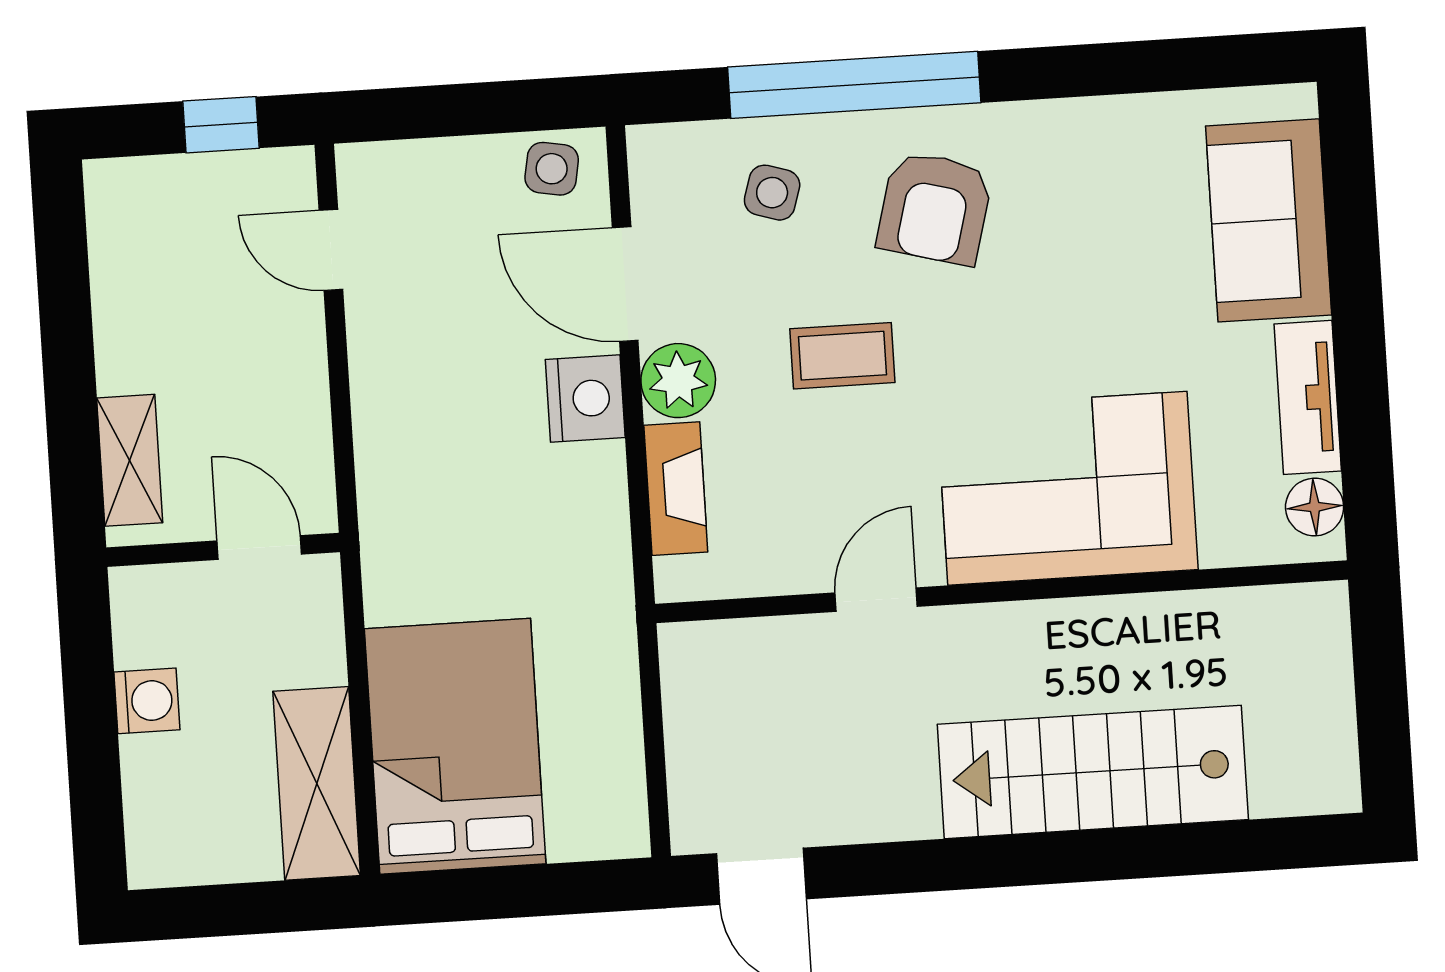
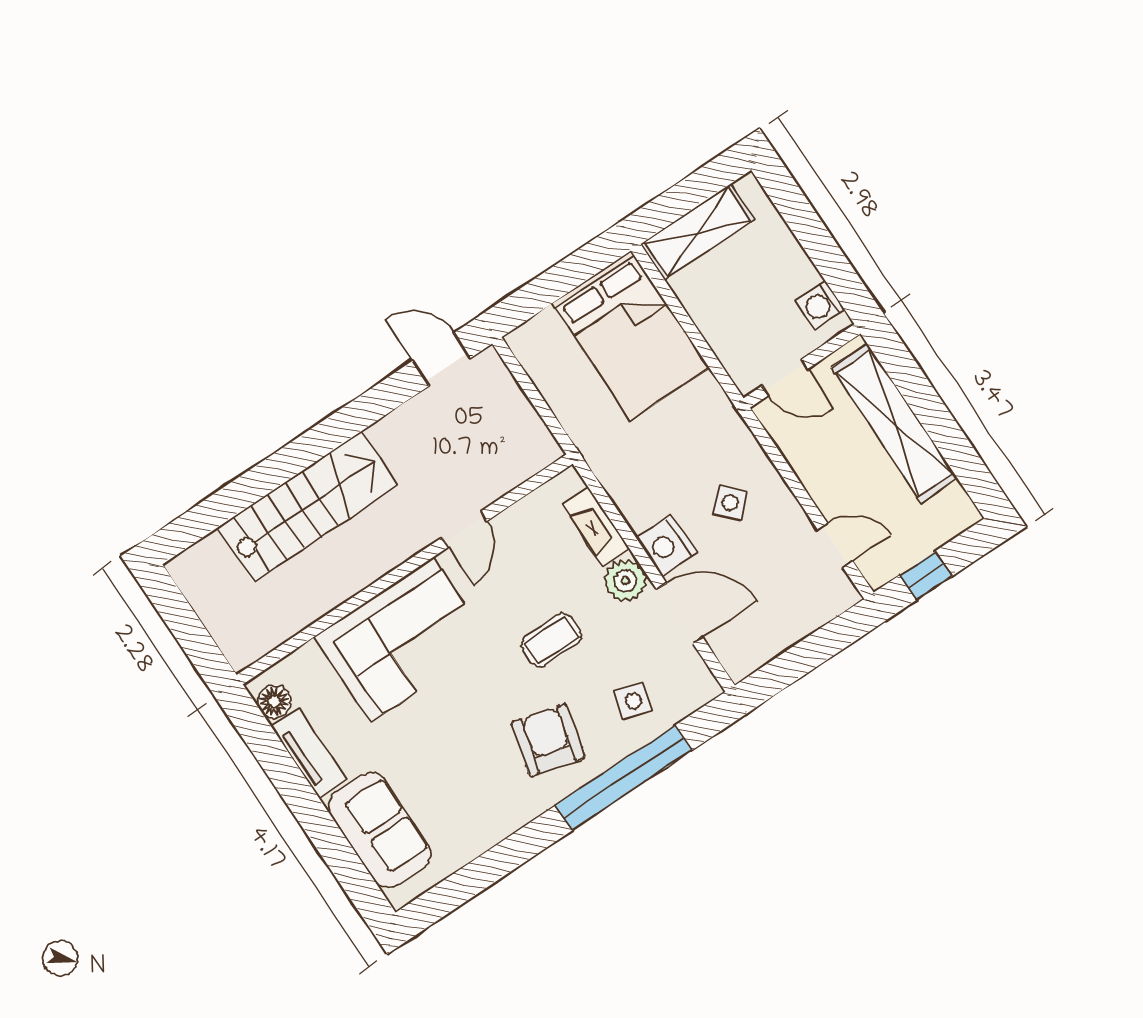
side table: (552, 169) -> (730, 502), moved, turned 38
shelving: (130, 460) -> (894, 423), width x2.20, depth x1.33
washing machine: (147, 701) -> (820, 305), moved
shelving: (317, 783) -> (697, 232), moved, turned 90

